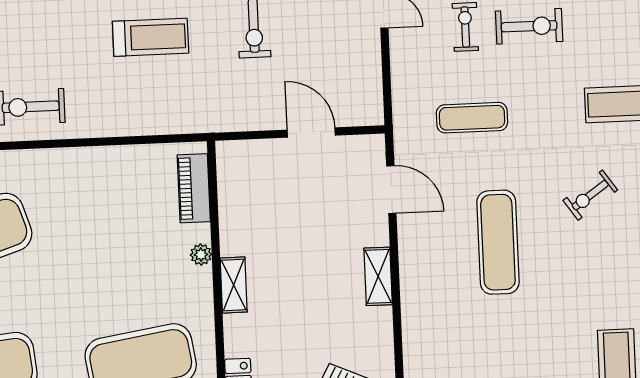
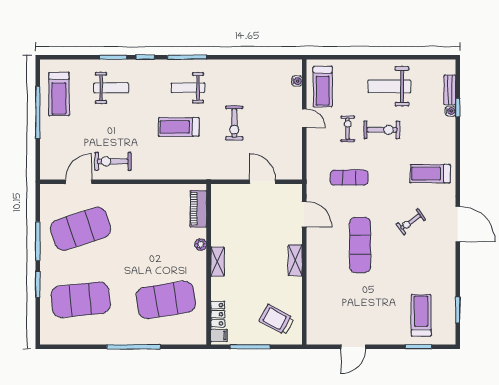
treadmill: (151, 37) -> (179, 127), turned 180

